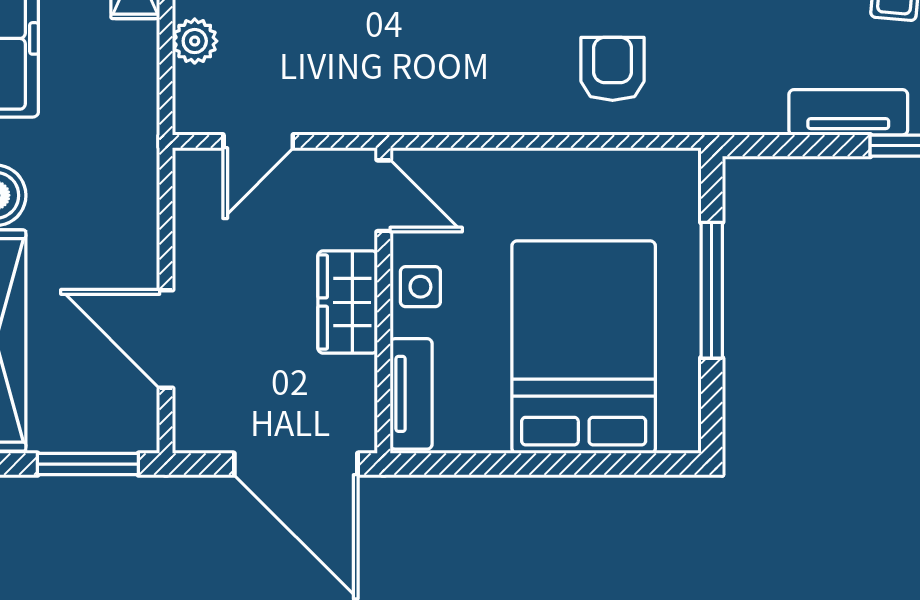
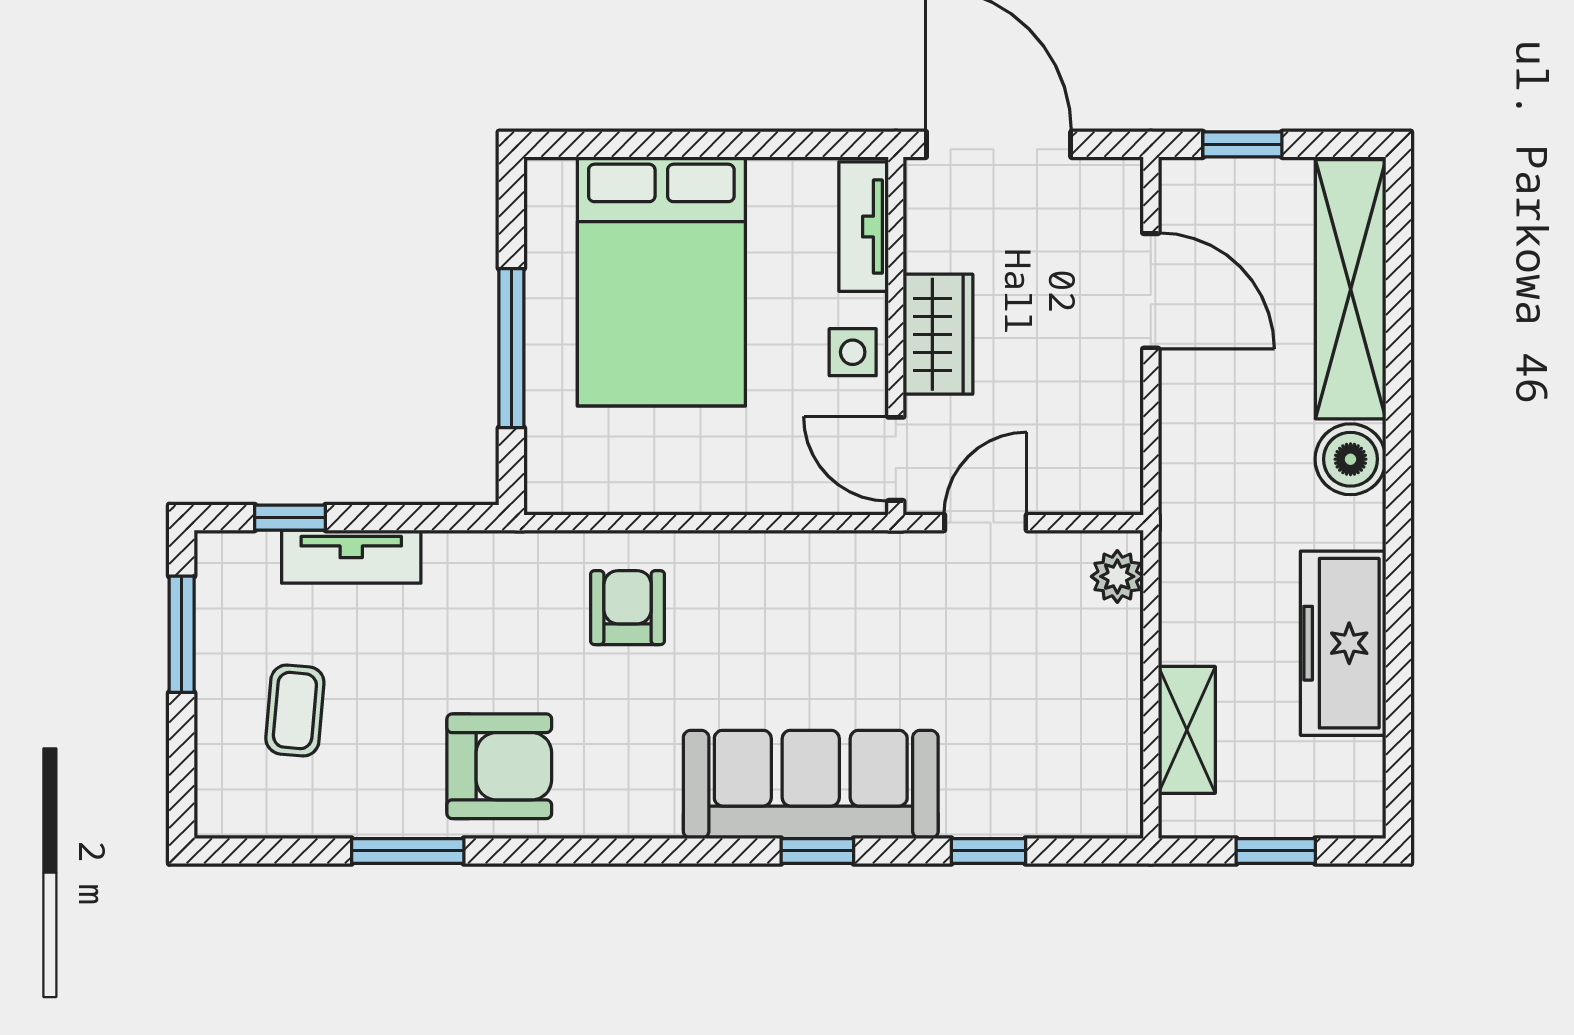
plant: (195, 41) -> (1117, 576), moved
armchair: (613, 69) -> (628, 608), turned 180
door: (258, 141) -> (985, 523), moved
window: (88, 464) -> (1242, 144), width x0.67

